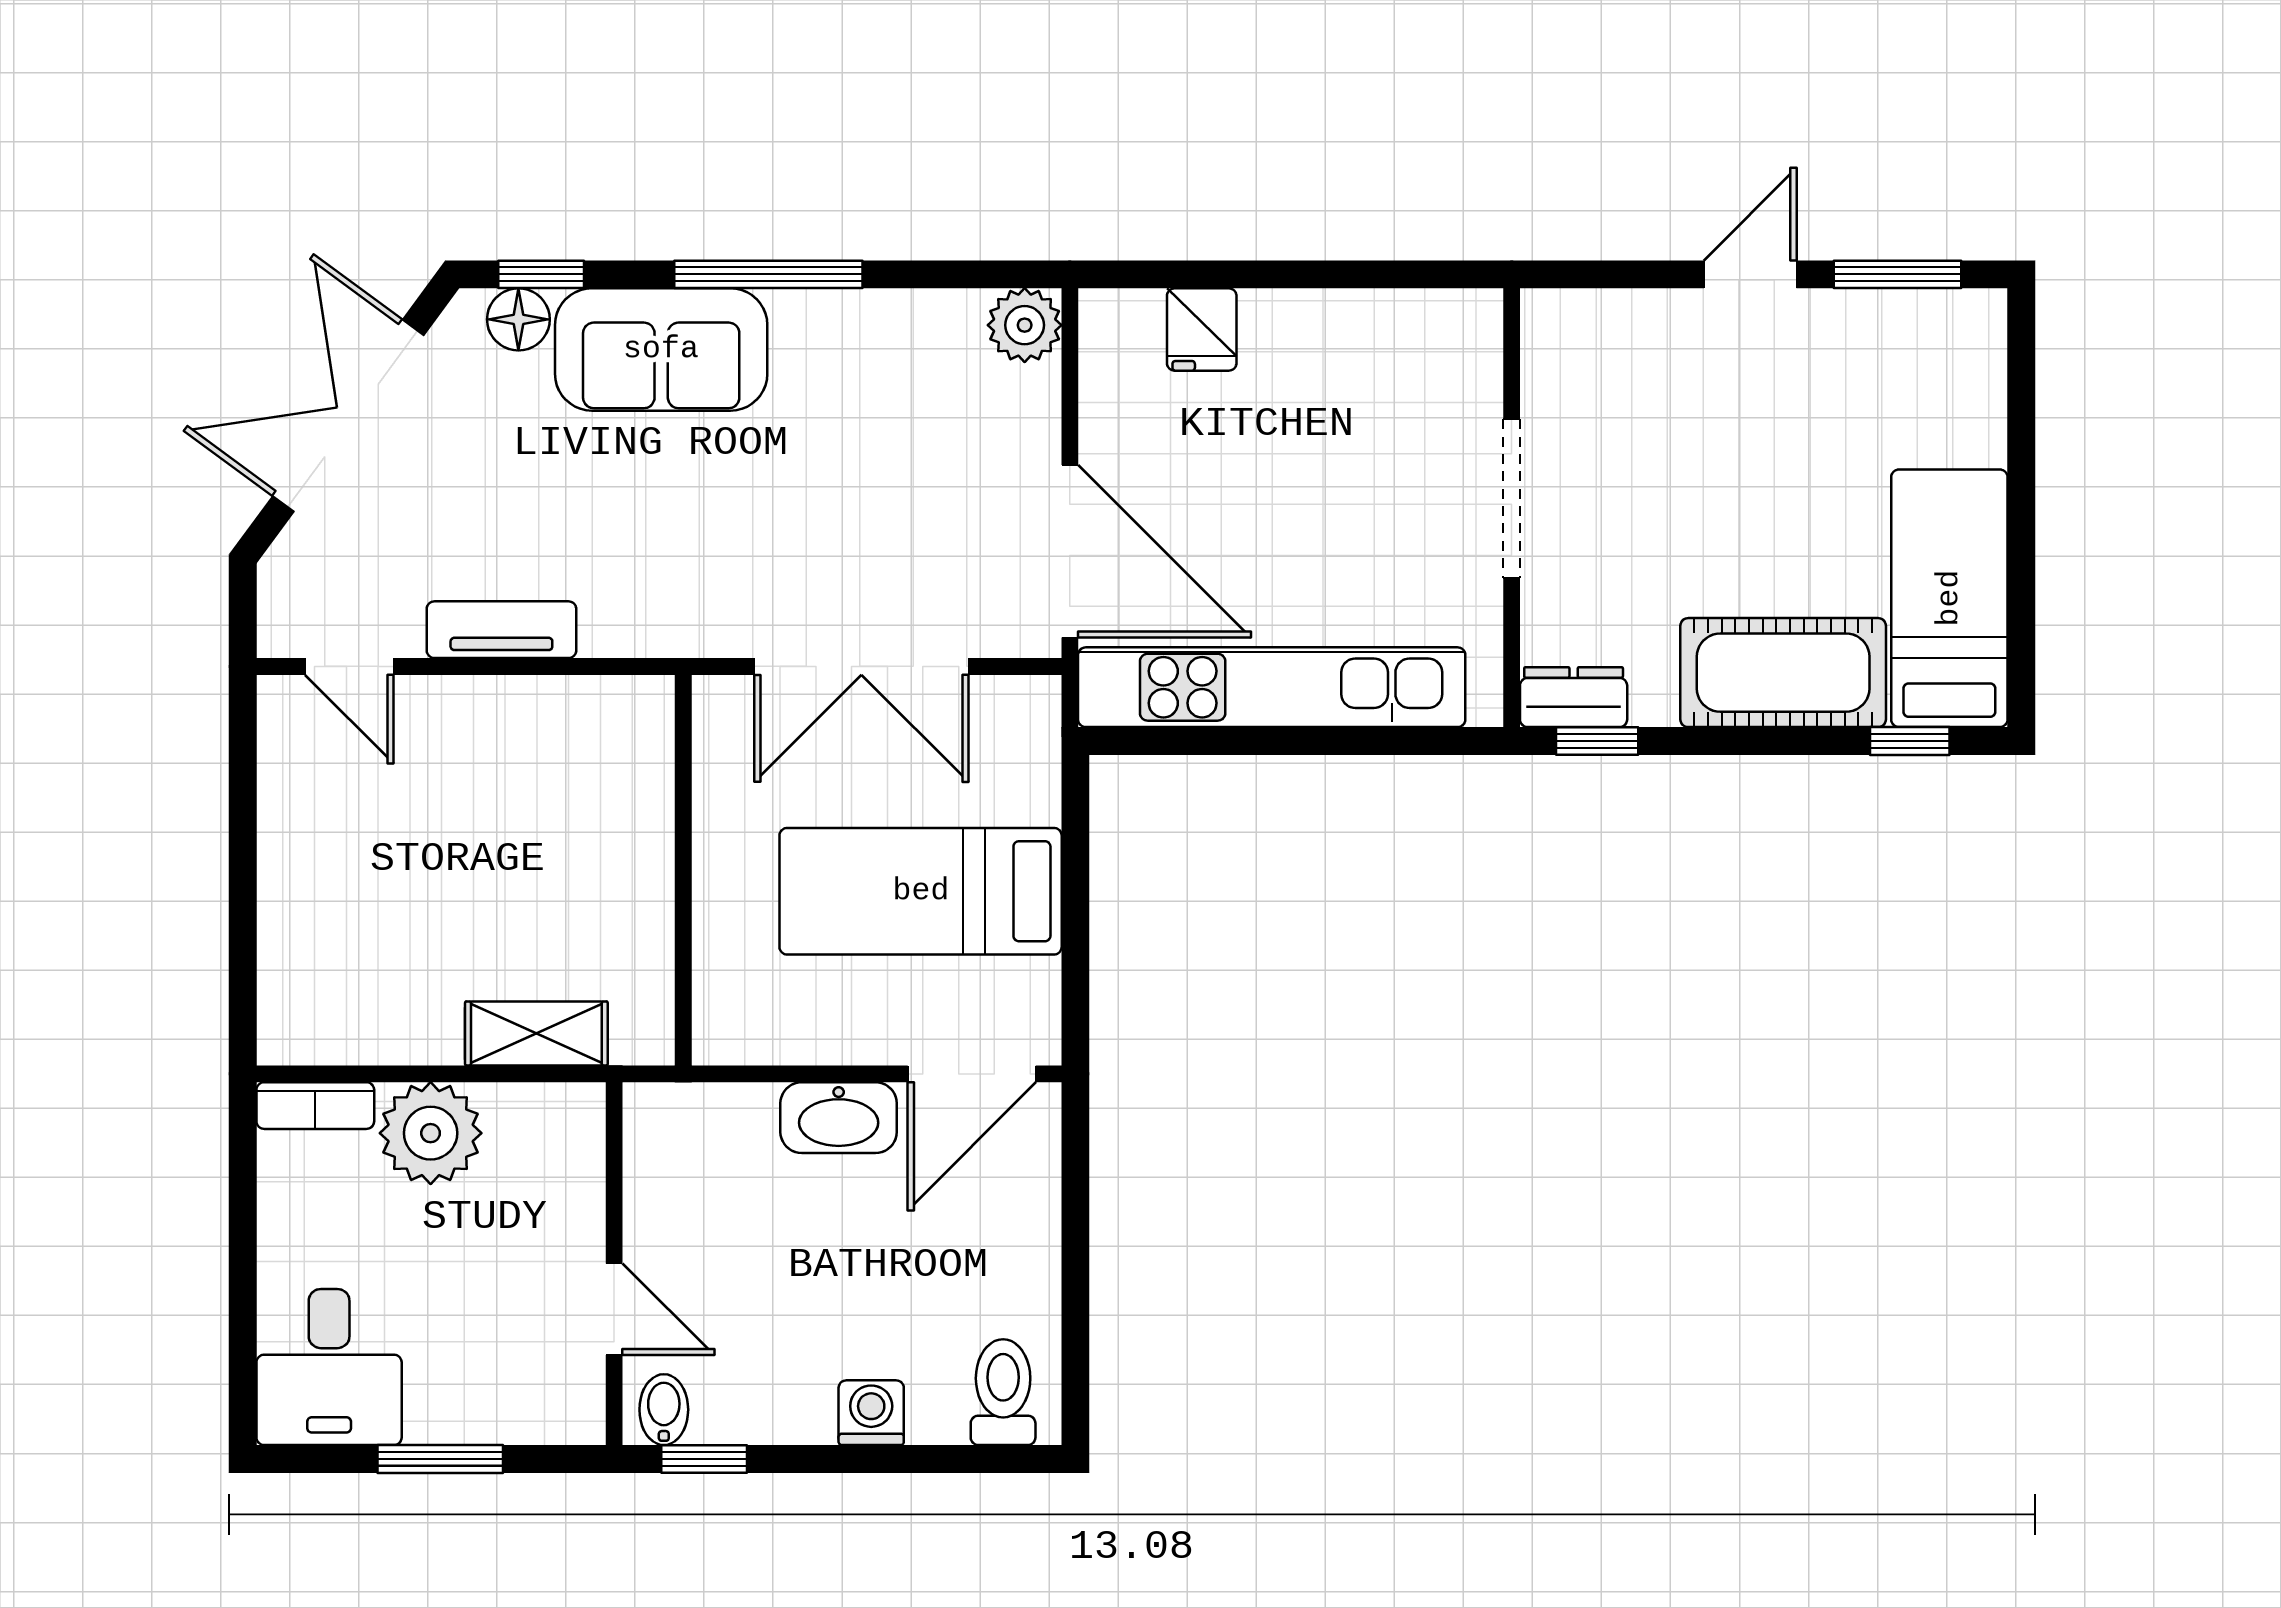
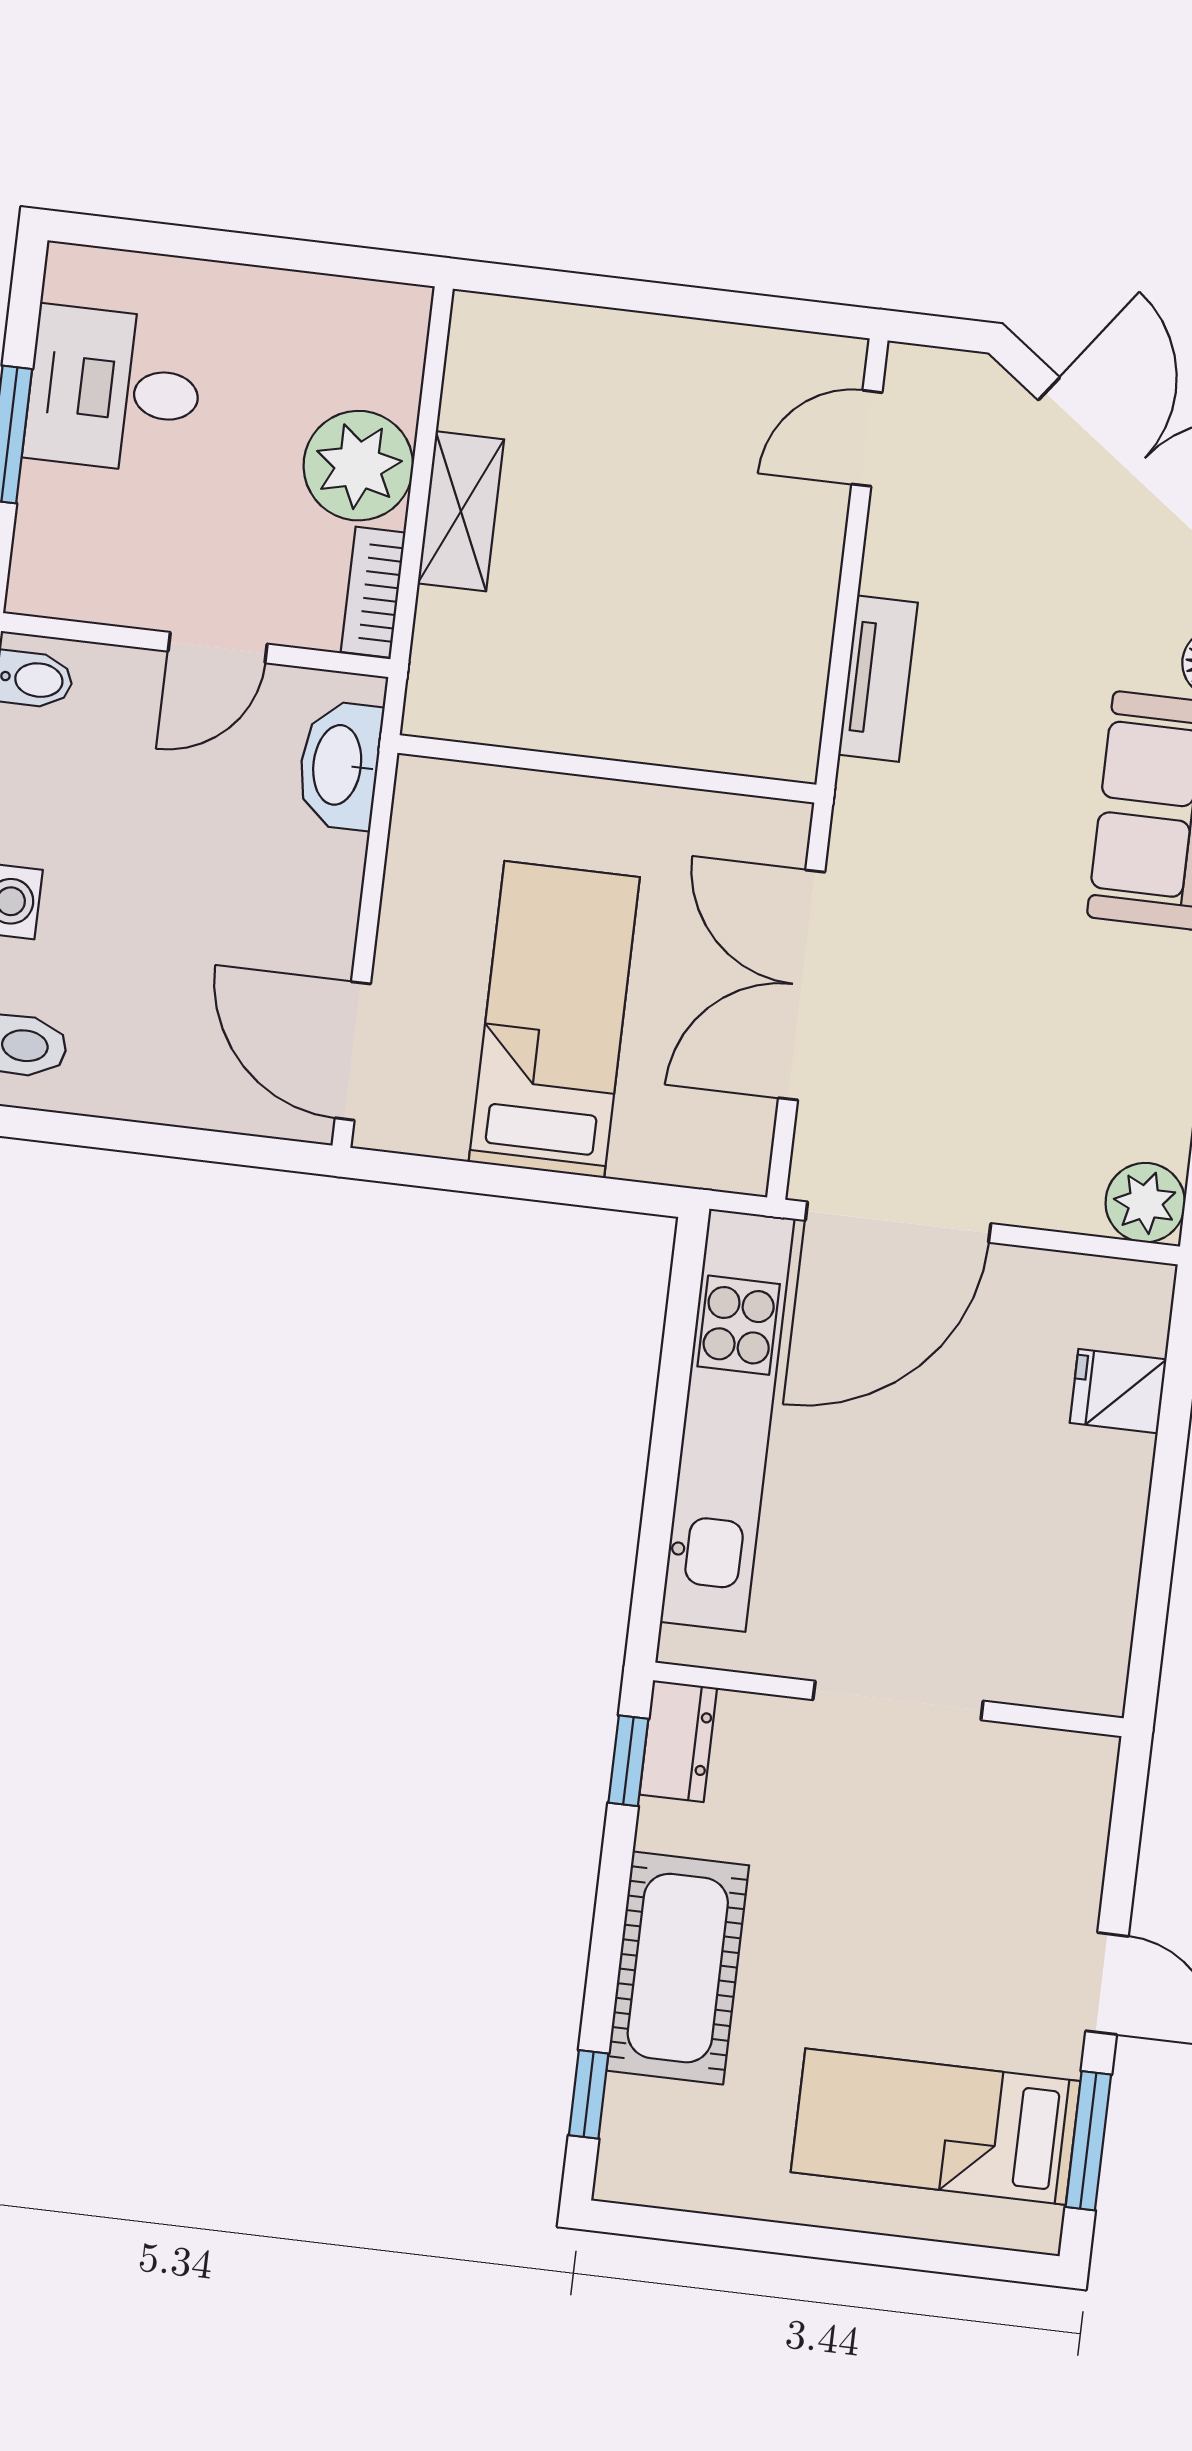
bed: (1949, 598) -> (936, 2127), moved, turned 180
tv unit: (501, 630) -> (878, 679), moved
shelving: (536, 1033) -> (461, 511), moved
bookcase: (315, 1106) -> (373, 592), moved
washbasin: (839, 1118) -> (339, 765), moved
door: (614, 1309) -> (218, 648), moved
desk: (329, 1367) -> (114, 390), moved

